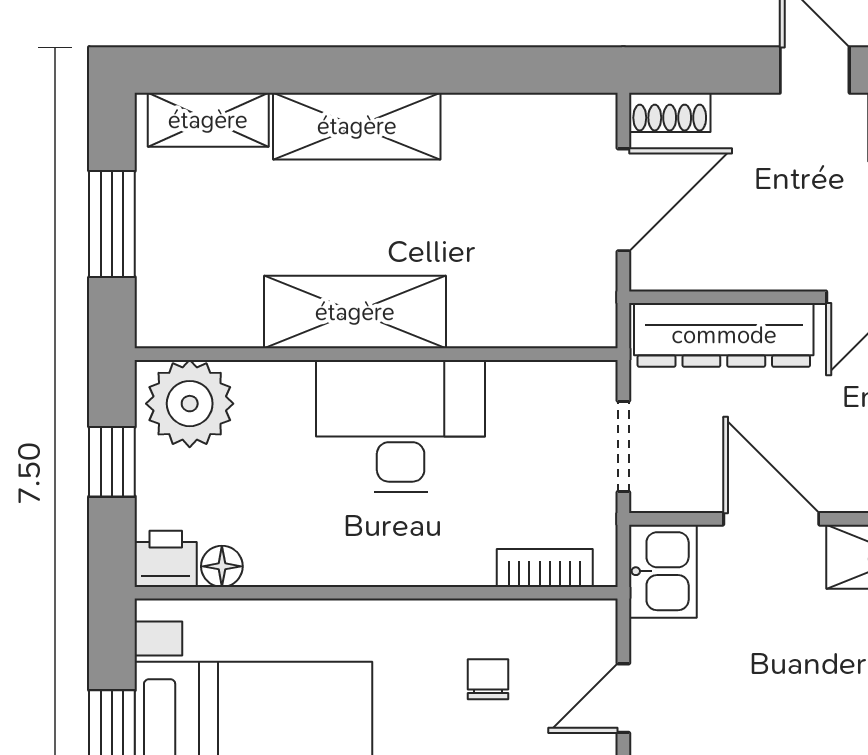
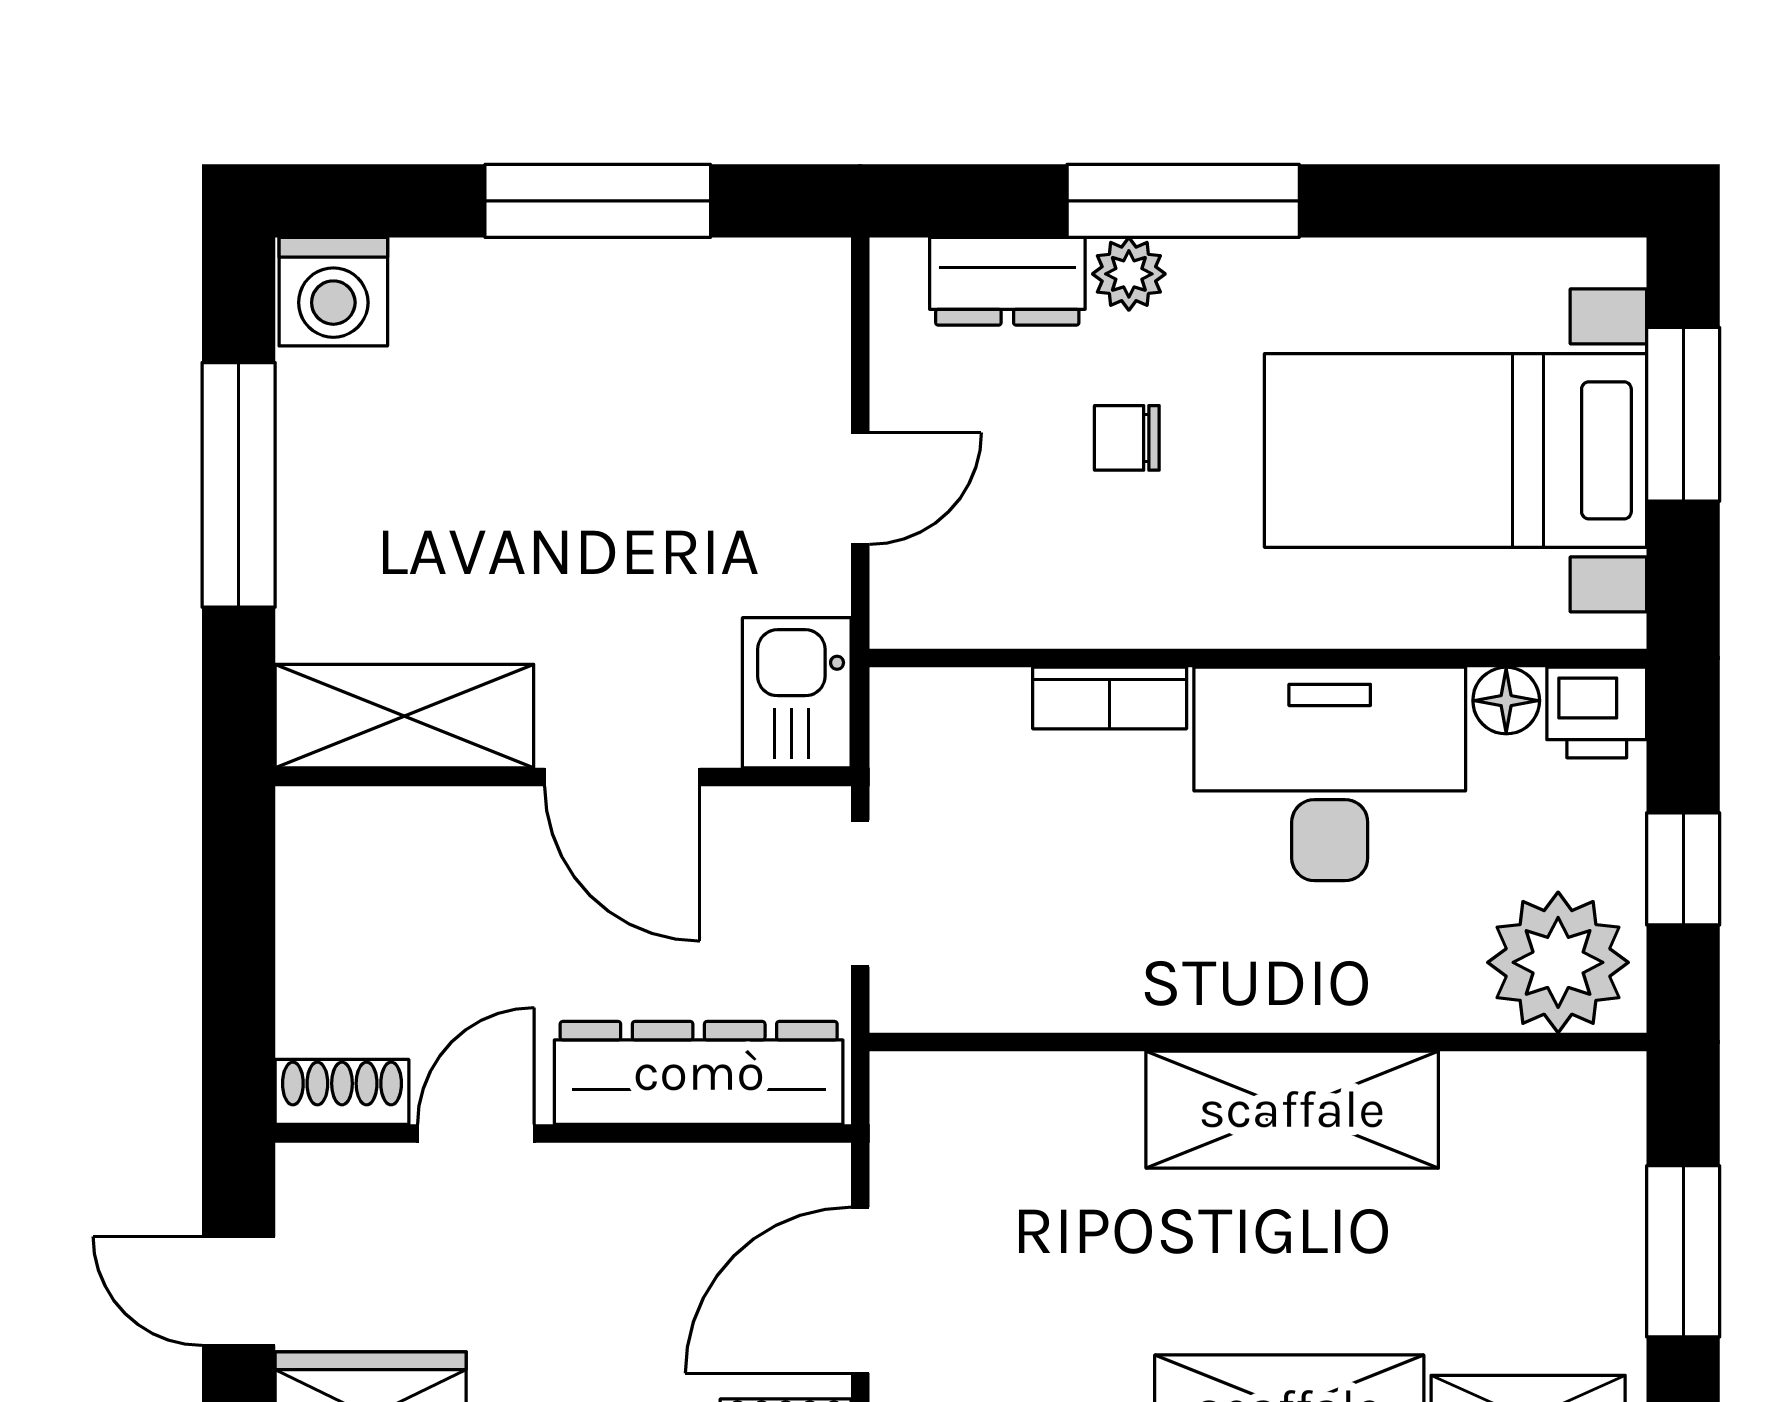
desk: (401, 426) -> (1330, 774), moved, turned 180
bookcase: (545, 568) -> (1110, 698), moved
chair: (488, 679) -> (1127, 438), moved, turned 90

